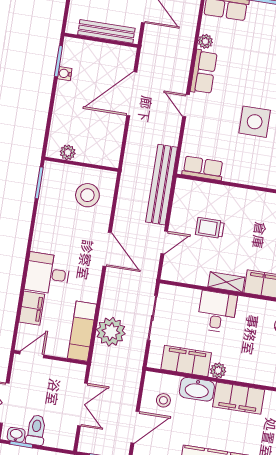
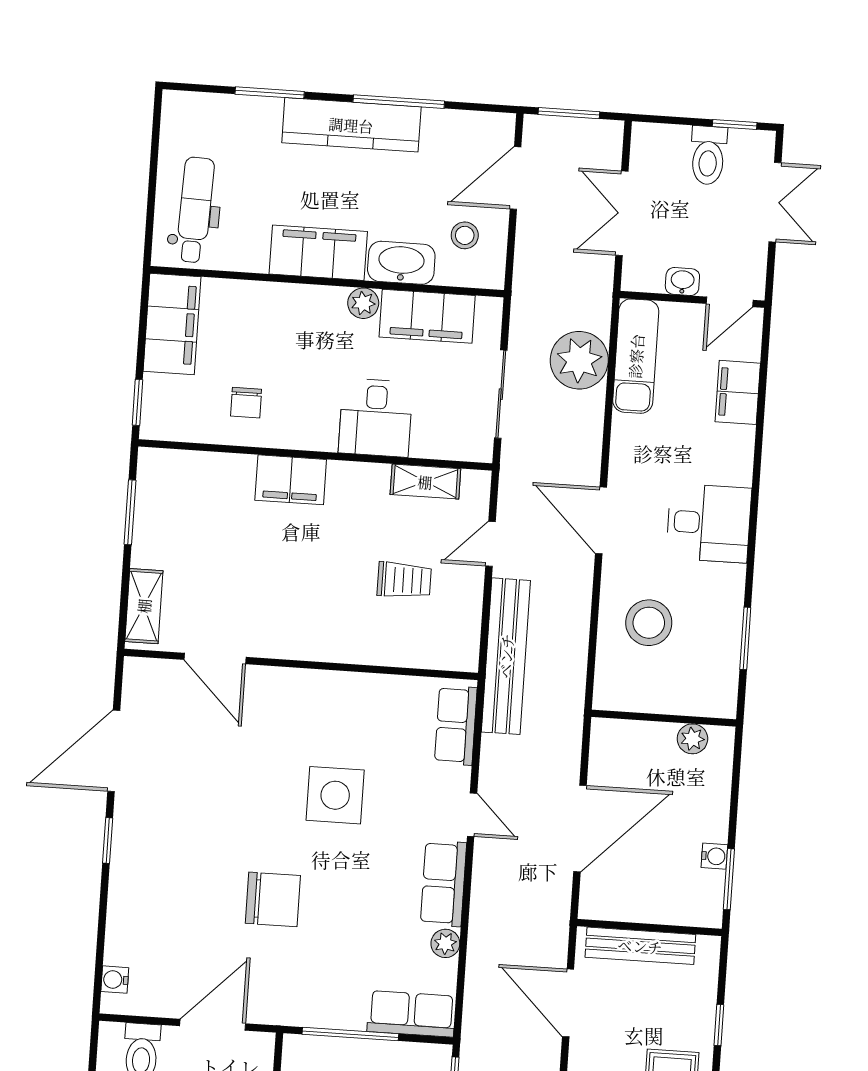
plant: (68, 152) -> (692, 739), moved
wall: (81, 164) -> (664, 718), moved
row of seats: (203, 168) -> (456, 725), moved, turned 90
desk: (48, 274) -> (709, 523), moved
shelving: (226, 282) -> (425, 482), moved
washbasin: (16, 435) -> (682, 282), moved, turned 180

